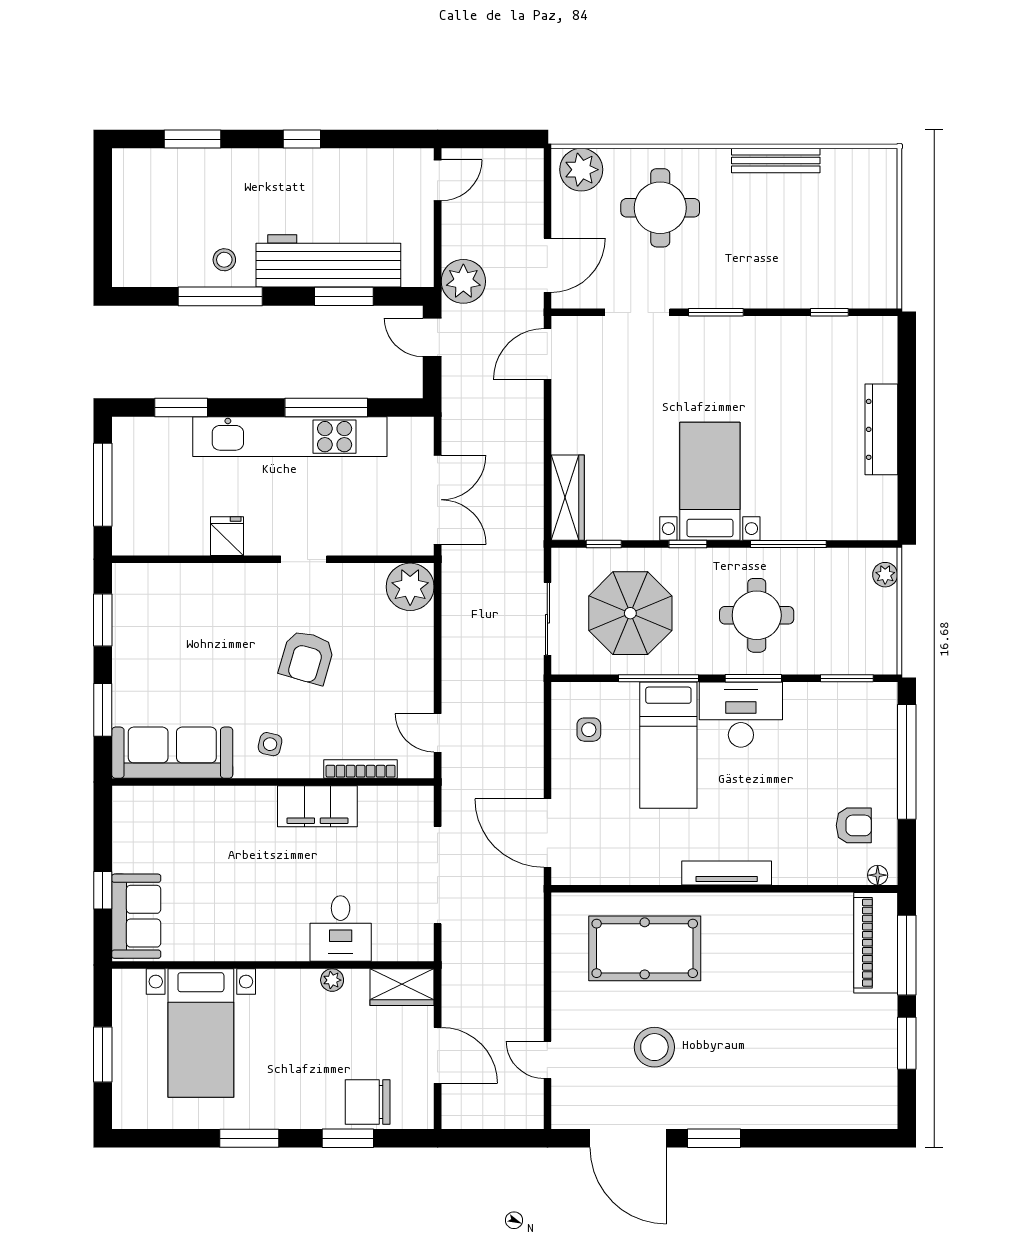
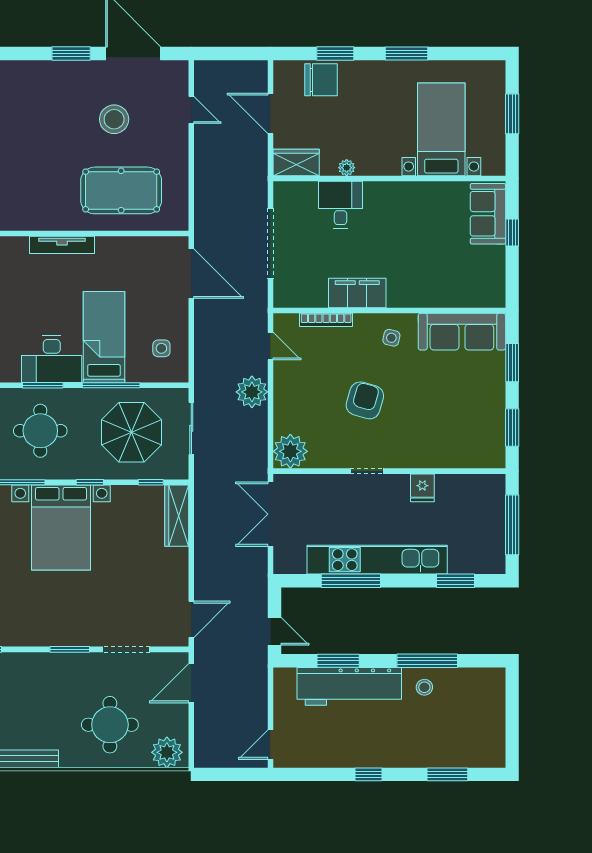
plant: (463, 281) -> (252, 392), moved
bed with nightstands: (710, 481) -> (61, 527), width x1.36

